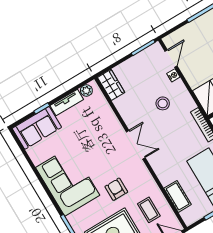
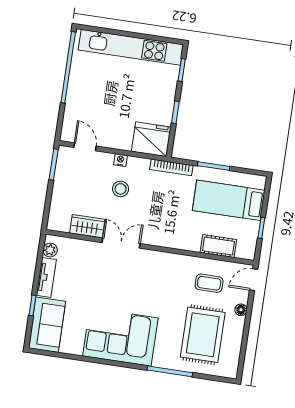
nightstand: (173, 75) -> (120, 160), moved
wardrobe: (111, 85) -> (87, 226), moved
double door: (136, 145) -> (121, 243), moved
armchair: (116, 189) -> (165, 298), removed

